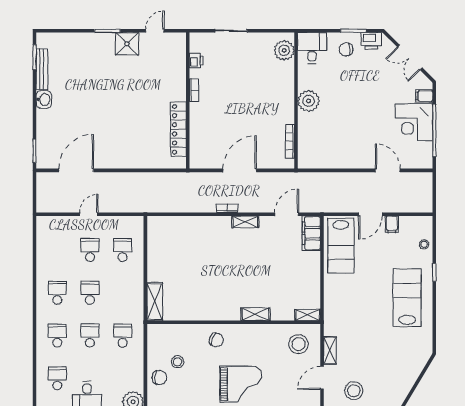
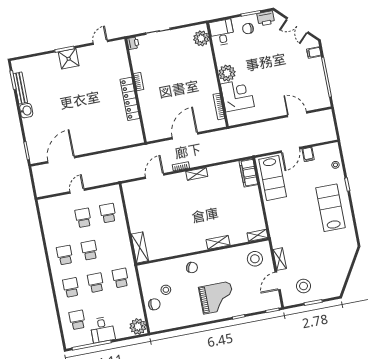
shower: (127, 44) -> (69, 59), moved
printer: (196, 61) -> (133, 43), moved
corner desk: (414, 122) -> (237, 95), moved, turned 180
locker: (178, 129) -> (130, 99), moved
door: (287, 214) -> (155, 176), moved

